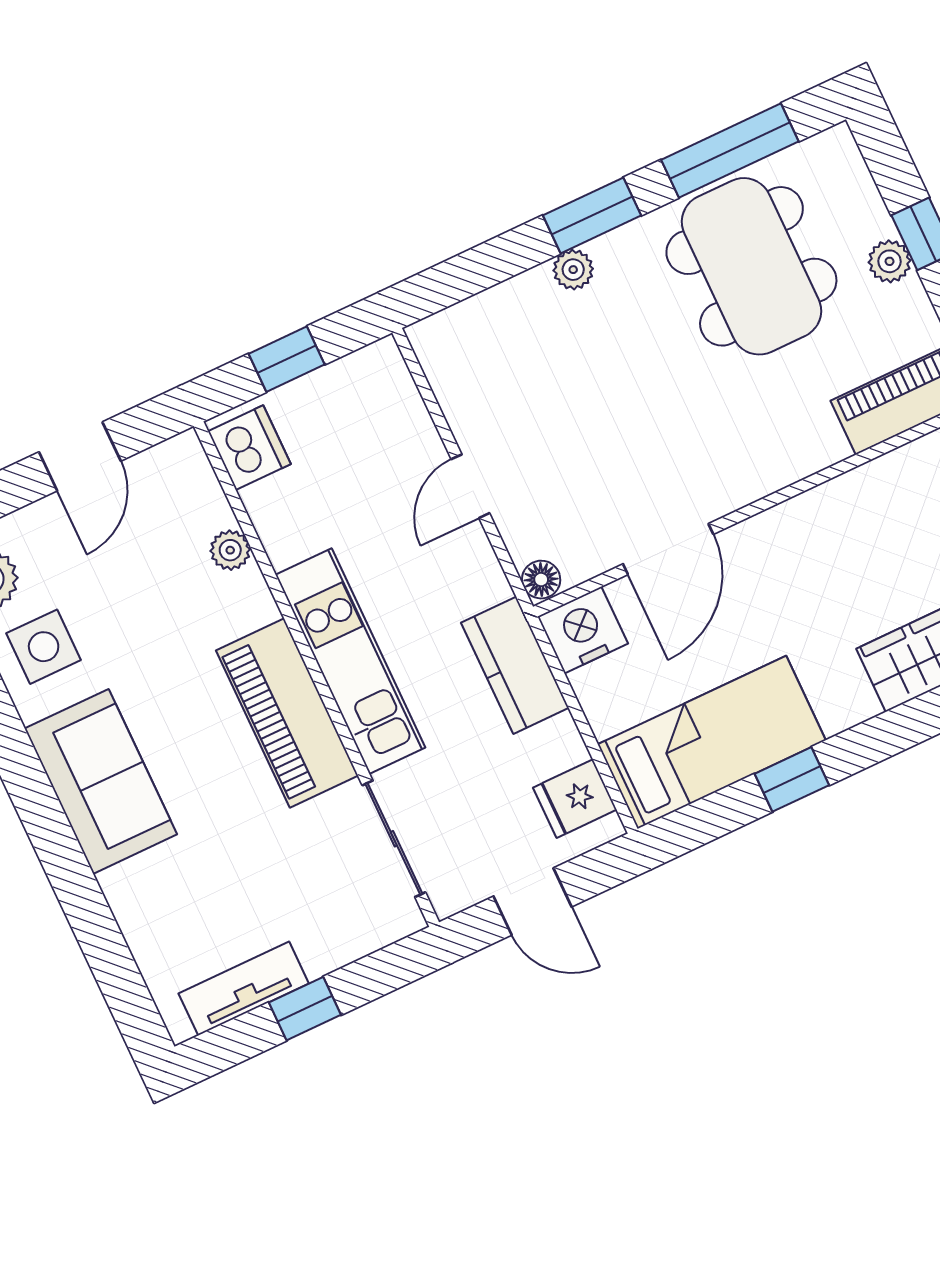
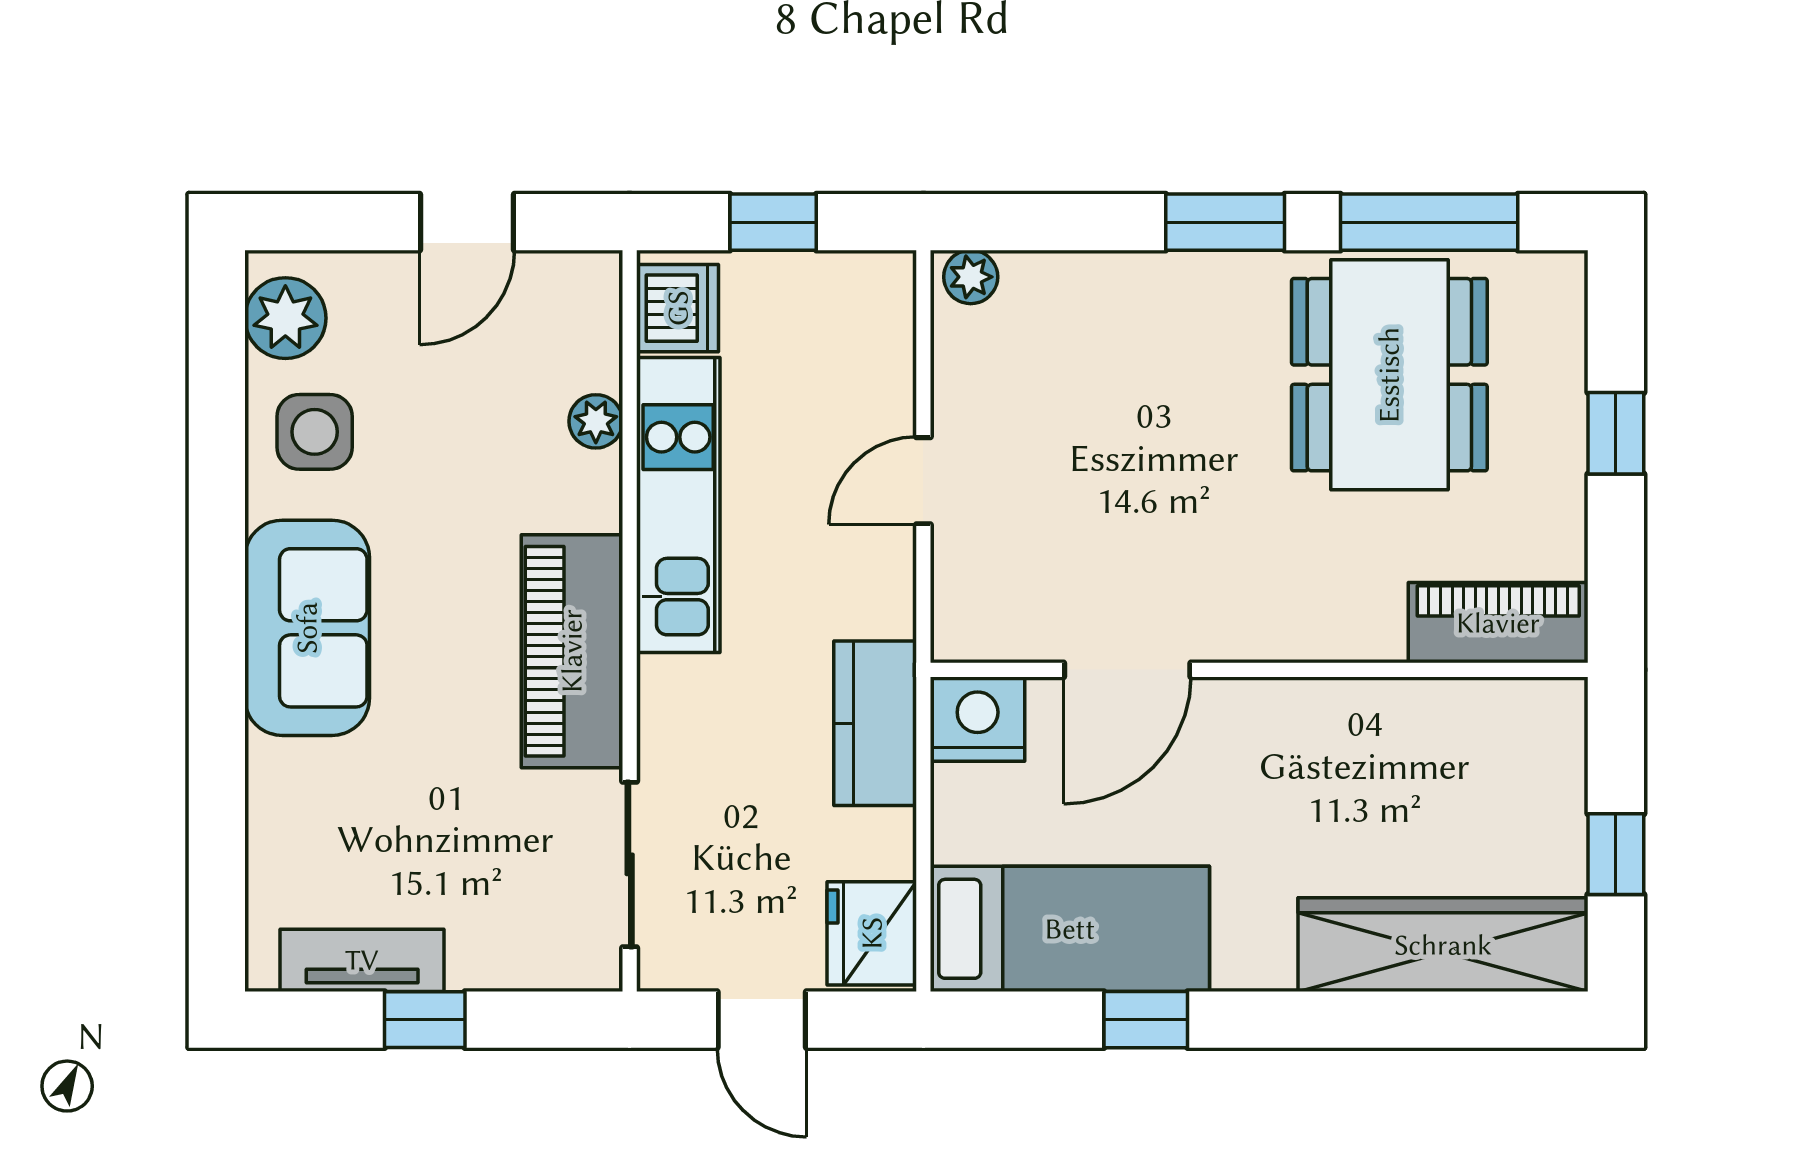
plant: (890, 261) -> (1560, 447), removed
plant: (573, 270) -> (971, 277), moved
floor lamp: (541, 580) -> (956, 634), removed
kitchen unit: (350, 661) -> (678, 505), moved
fridge: (575, 799) -> (872, 933), width x1.38

